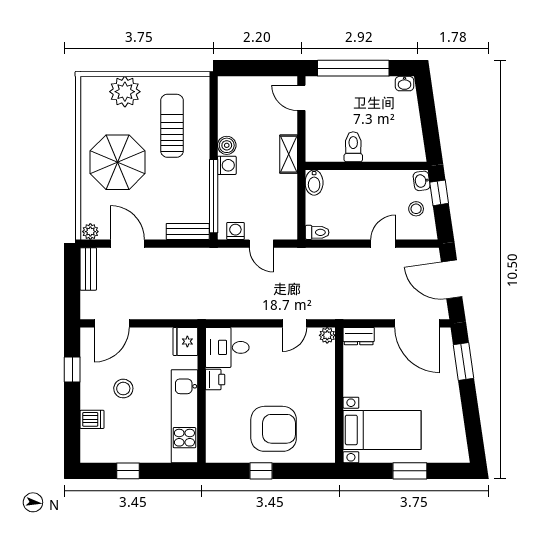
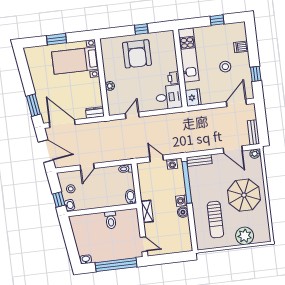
plant: (327, 335) -> (110, 86), moved
armchair: (274, 429) -> (137, 54), turned -90

